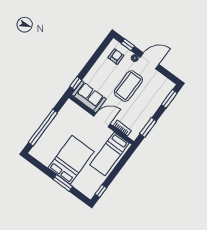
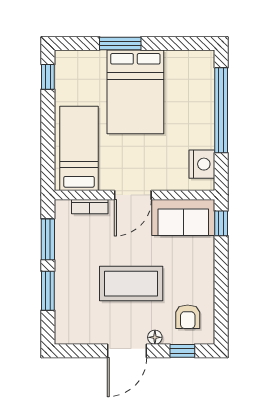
coffee table: (128, 86) -> (131, 284), turned 90
window: (169, 99) -> (48, 291), moved
nightstand: (66, 112) -> (202, 164), added

